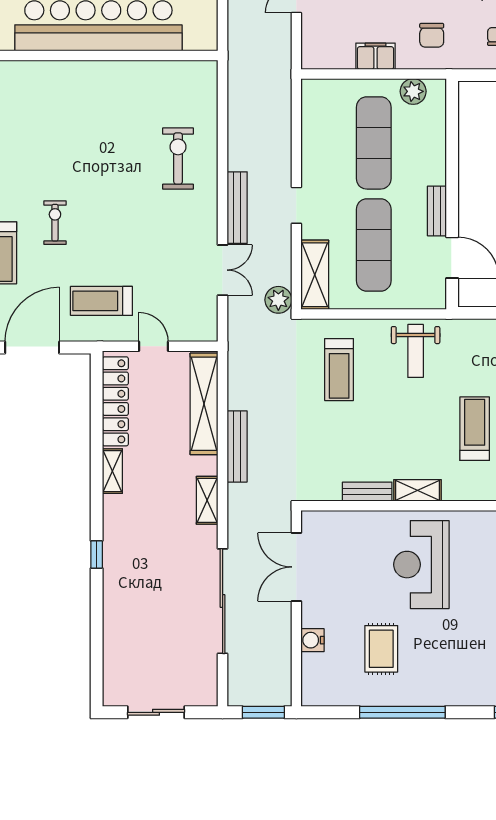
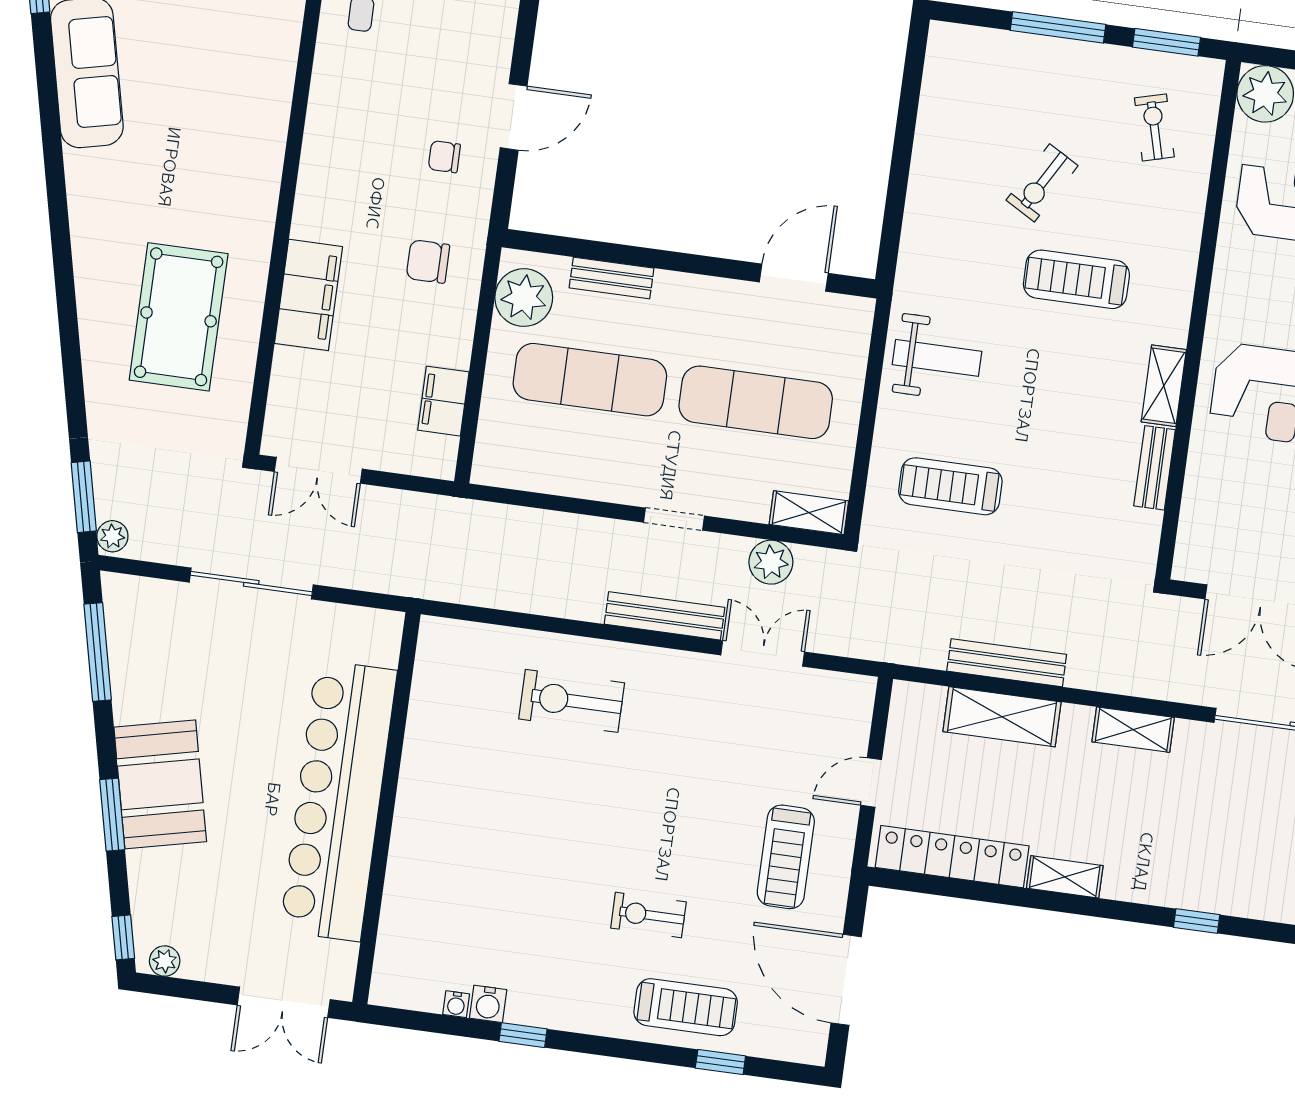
chair: (432, 35) -> (428, 261), turned 180
filing cabinet: (376, 56) -> (443, 401), moved
plant: (413, 91) -> (524, 298), width x1.36, depth x1.36
bench: (437, 211) -> (612, 278), moved
shelving: (315, 275) -> (809, 513), width x0.67, depth x0.75
plant: (278, 300) -> (771, 562), moved
treadmill: (339, 370) -> (950, 486), turned 180
shelving: (204, 404) -> (1002, 717), width x0.68
bench: (237, 446) -> (1007, 663), moved

